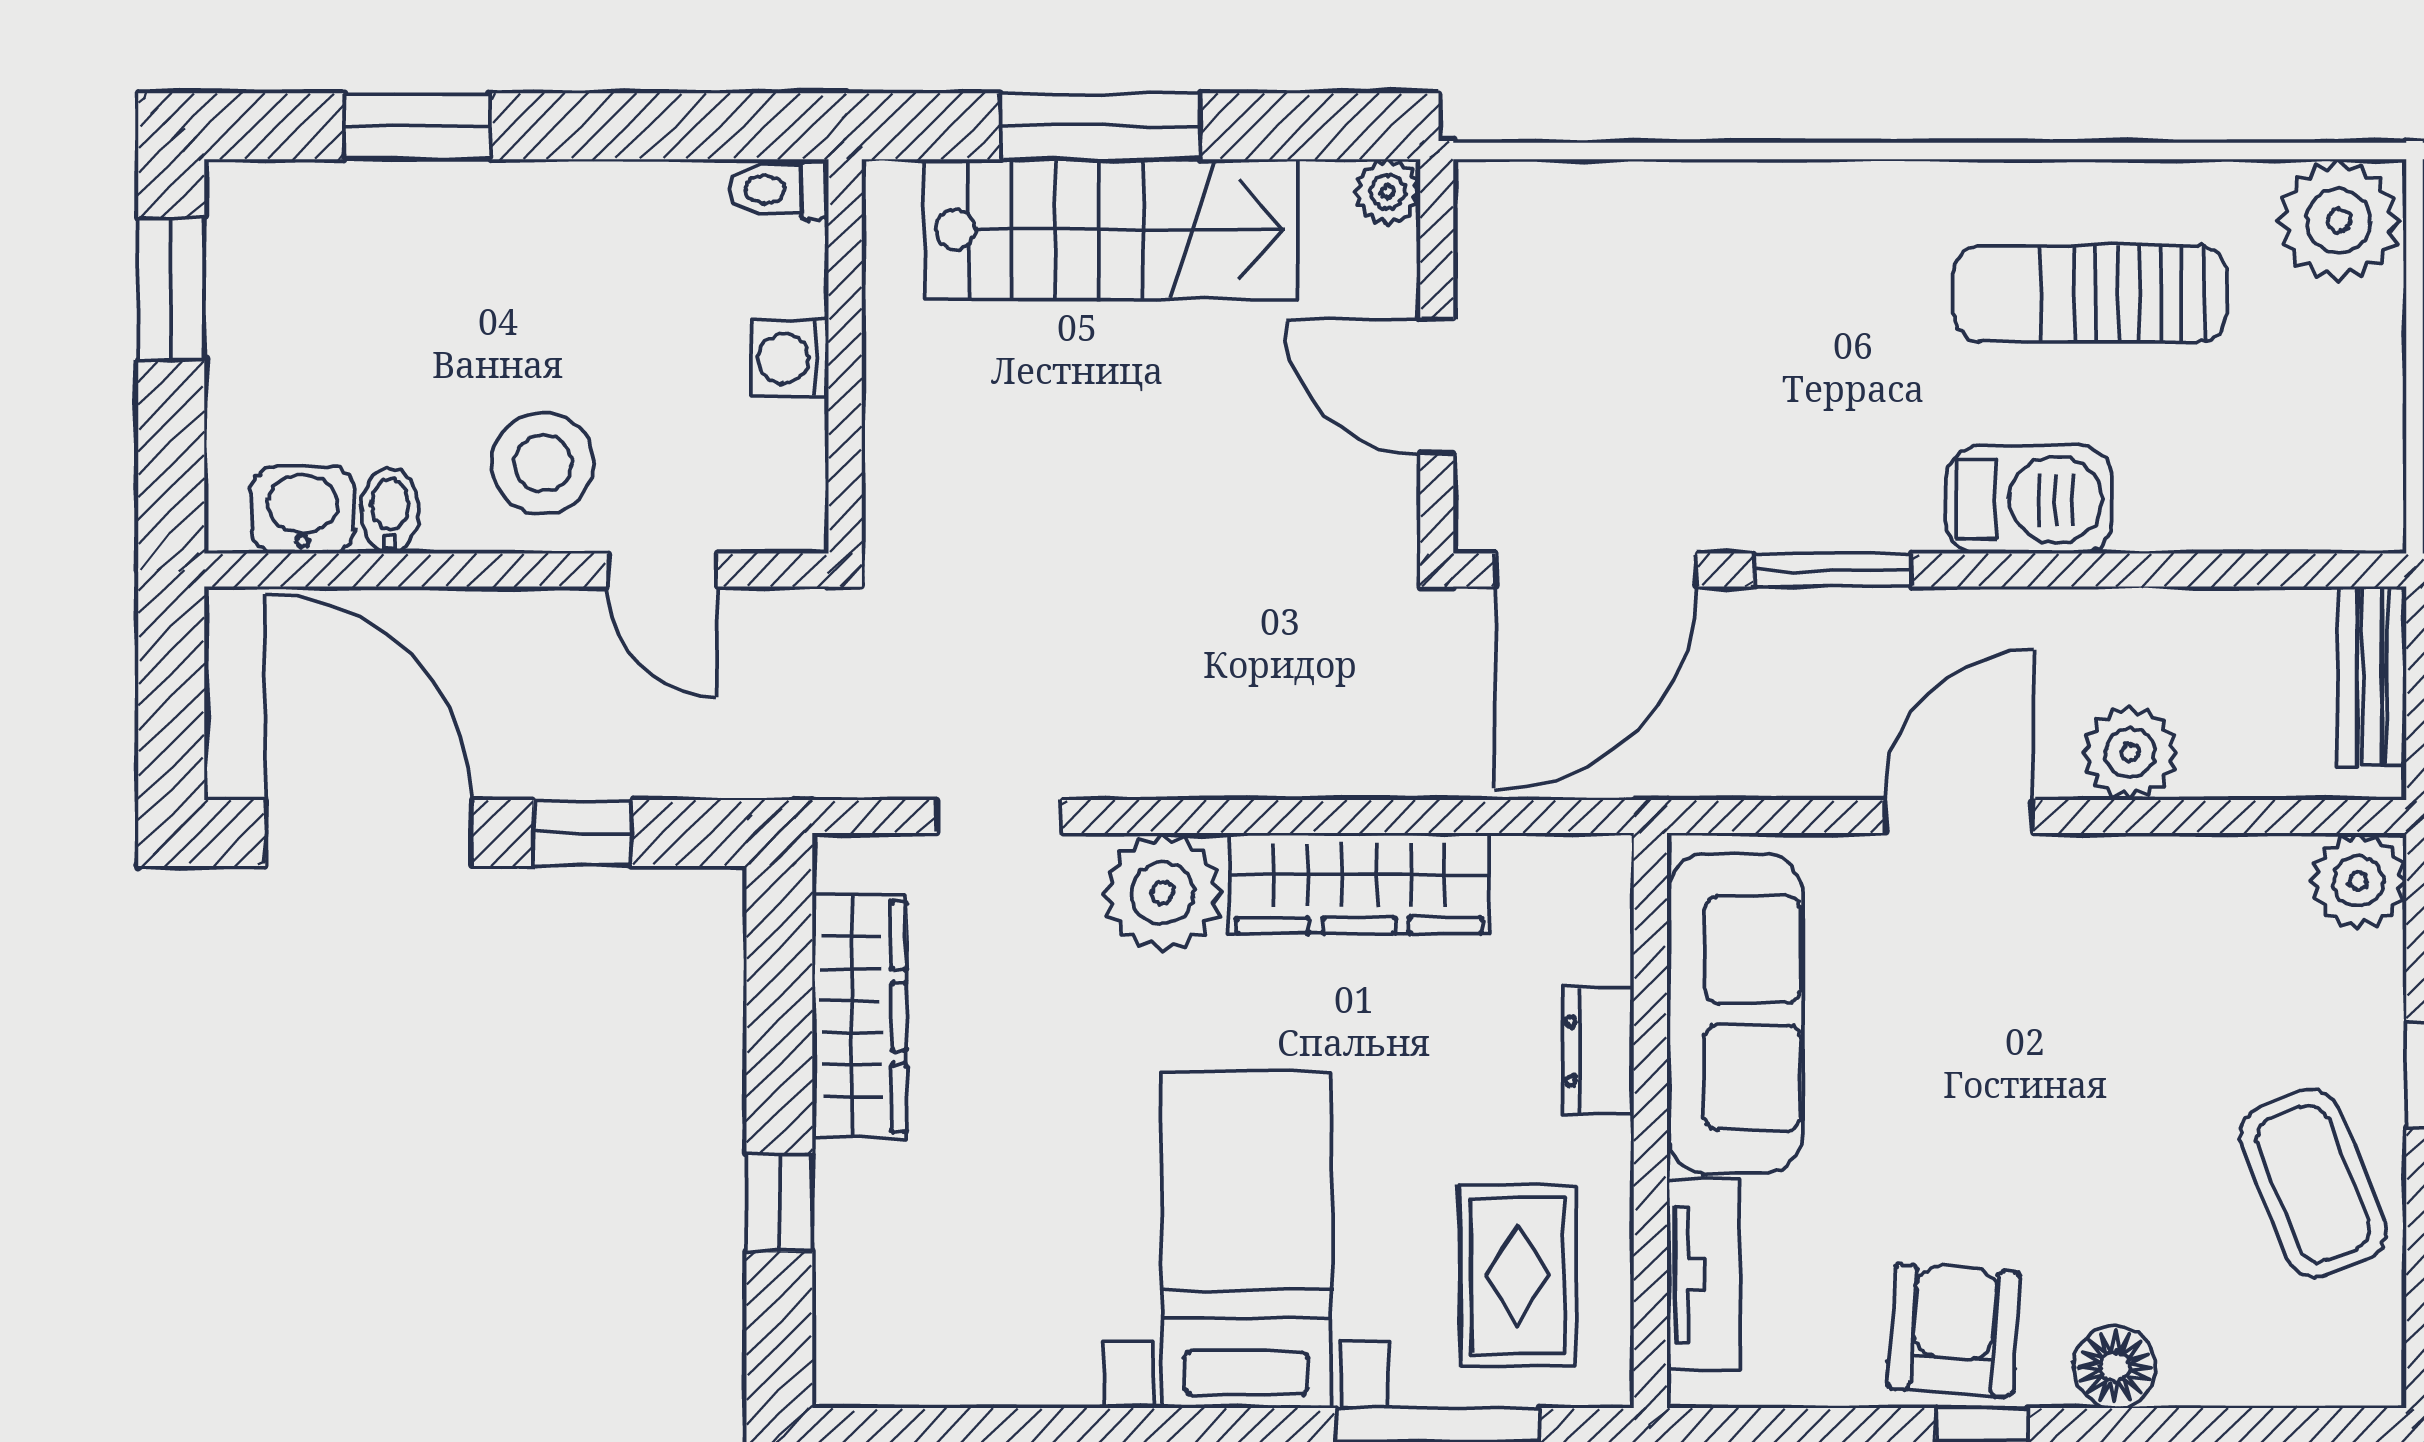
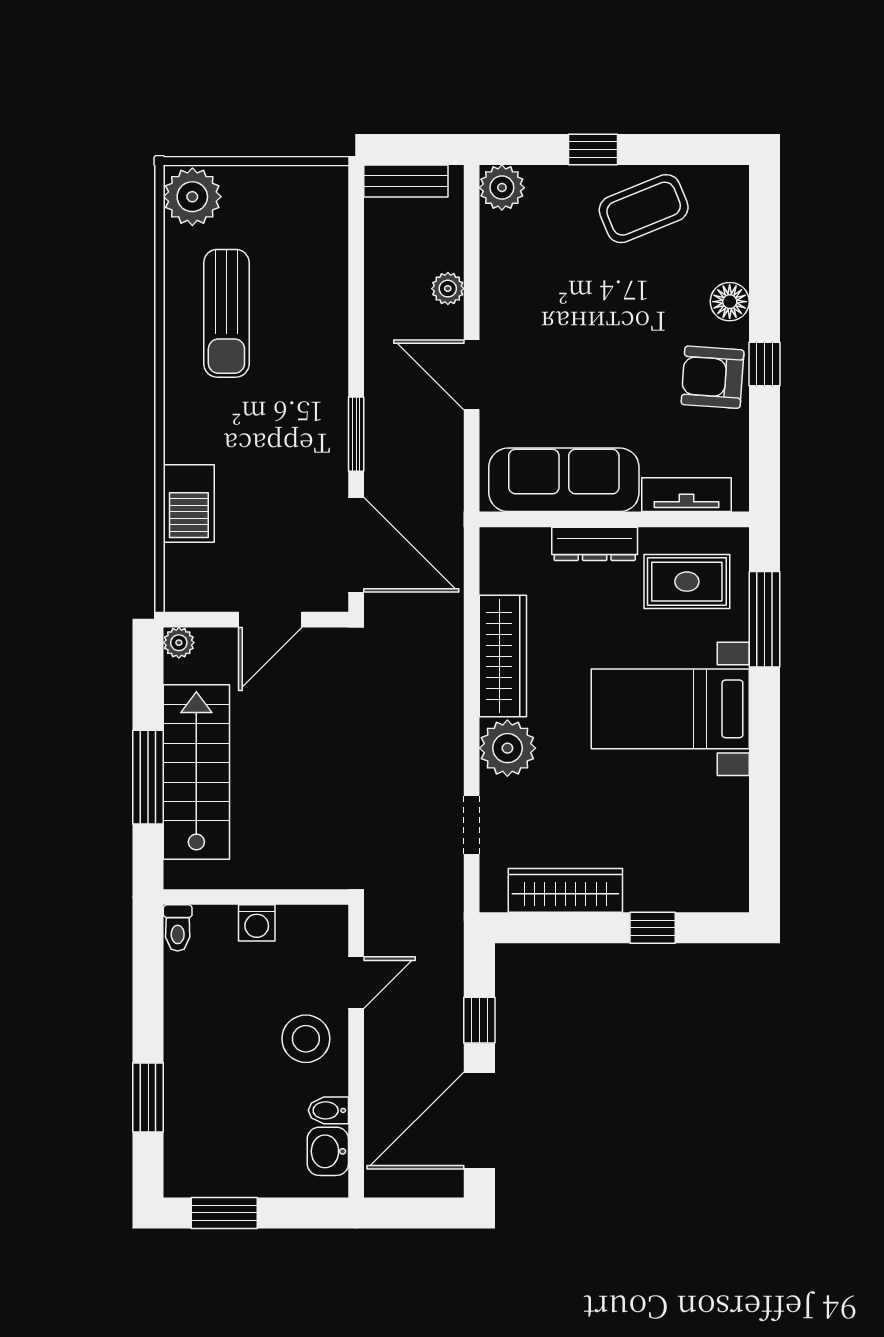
barbecue: (2029, 500) -> (189, 503), moved, turned 180
plant: (2130, 753) -> (448, 289), width x0.73, depth x0.73
dresser: (1598, 1051) -> (595, 544), width x1.44

